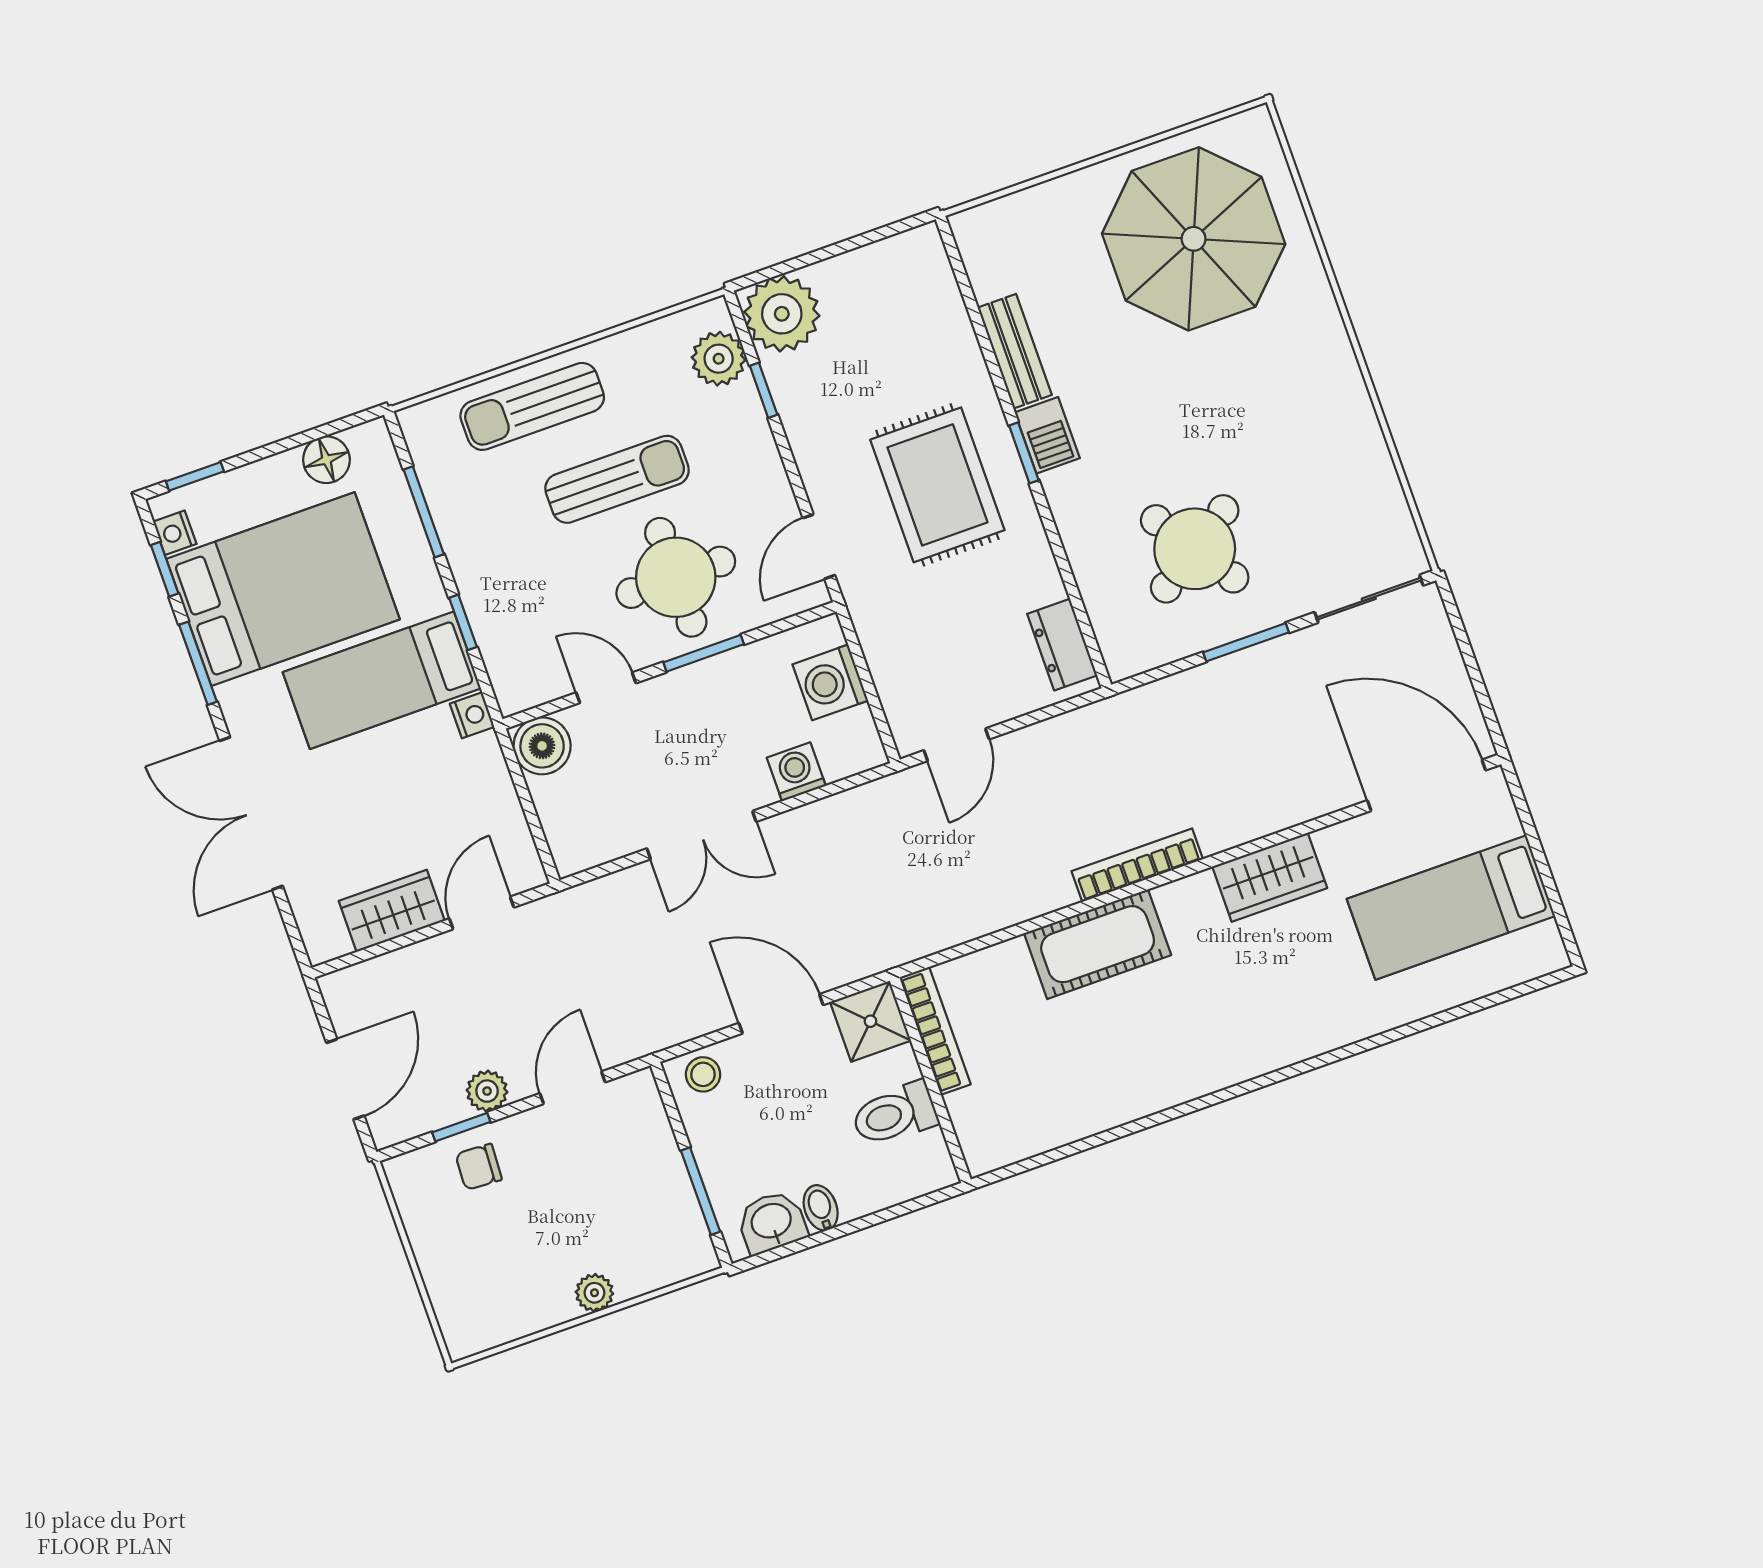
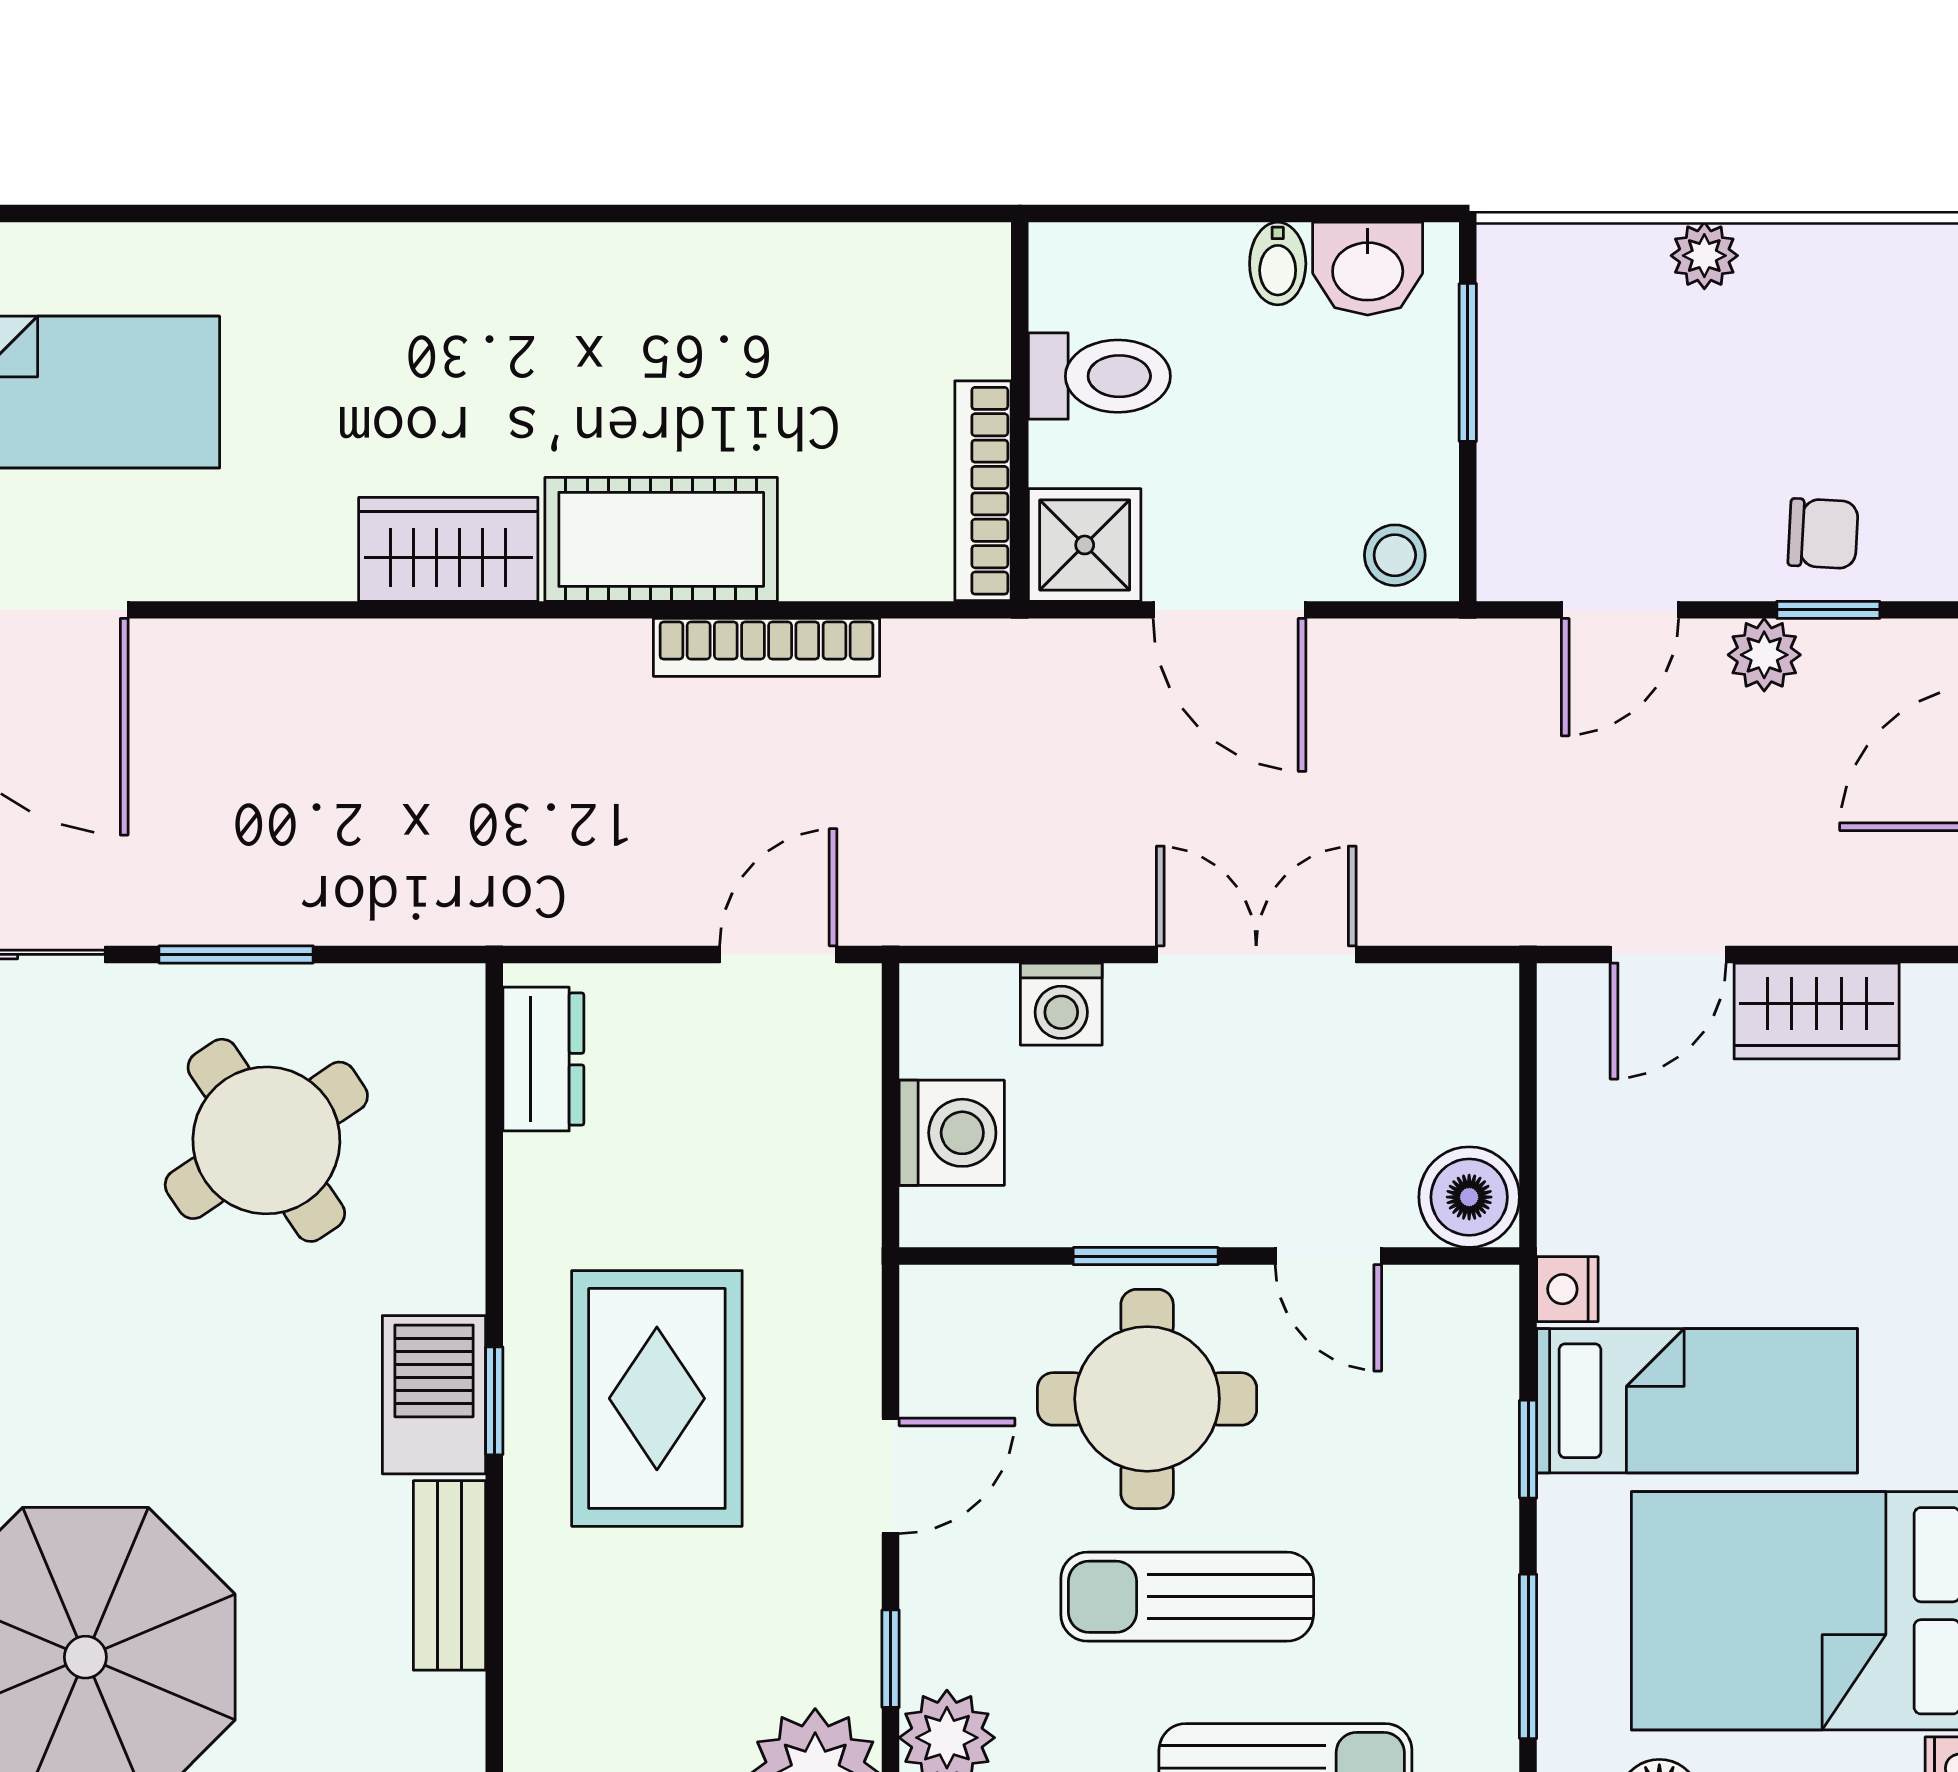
barbecue: (1047, 435) -> (434, 1395), width x1.38, depth x1.27
door: (819, 547) -> (891, 1476), moved
bookcase: (1137, 865) -> (767, 647), moved
wardrobe: (1270, 877) -> (448, 549), moved

